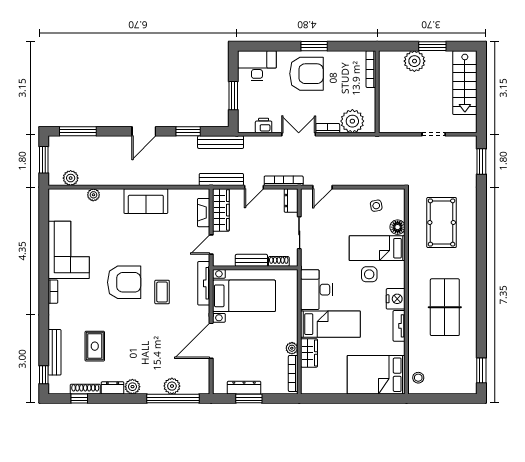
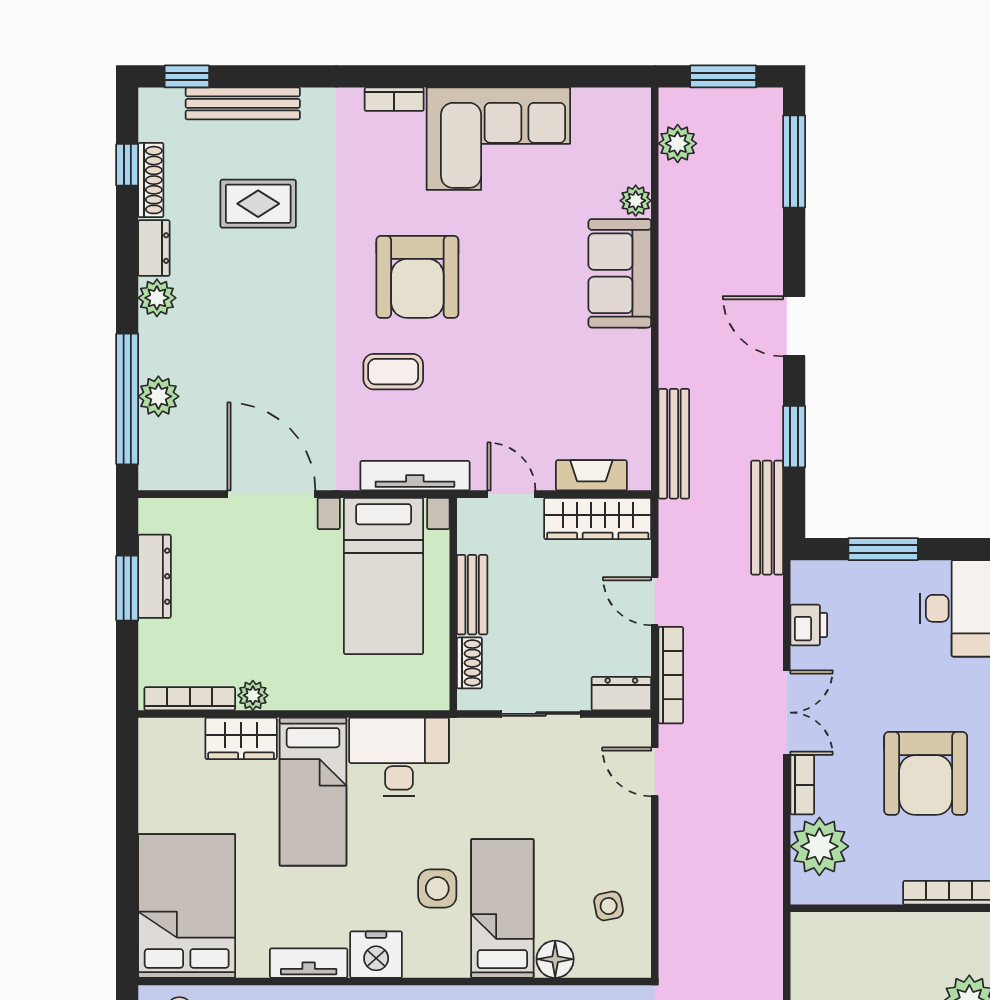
armchair: (306, 74) -> (926, 773), moved
bench: (221, 180) -> (674, 444), moved
sofa: (146, 201) -> (620, 273), moved

